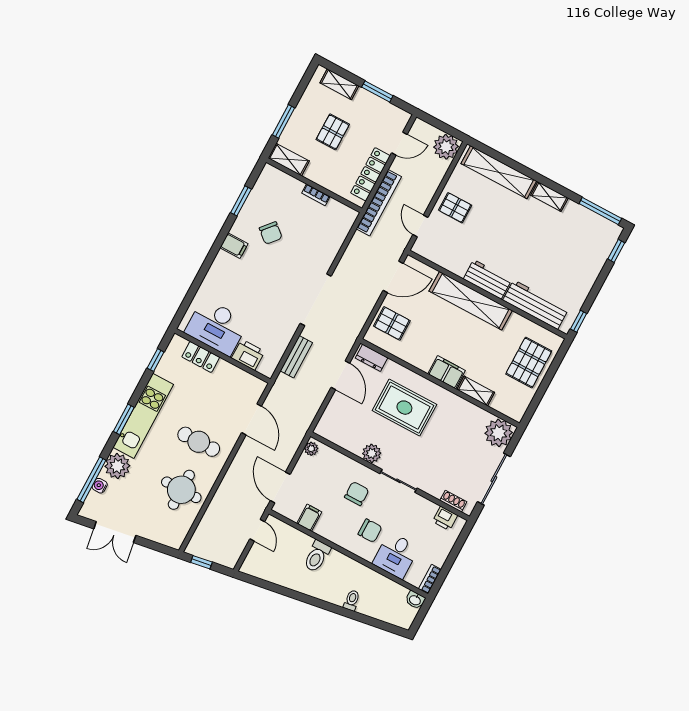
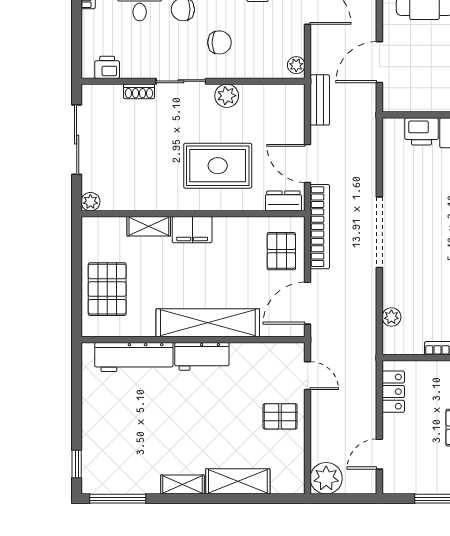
shelving: (499, 172) -> (238, 481), width x0.68
locker: (370, 174) -> (393, 392), width x0.66
bookcase: (379, 203) -> (320, 227), moved, turned 180
plant: (339, 236) -> (391, 317), added
window: (579, 321) -> (77, 364), removed
pallet: (392, 323) -> (281, 251), turned 90
bench: (296, 357) -> (320, 100), moved
door: (252, 419) -> (379, 62), hinge flipped
plant: (499, 433) -> (90, 202), width x0.53, depth x0.53
chair: (357, 494) -> (219, 42), turned -90
shoe rack: (453, 501) -> (139, 91), moved

